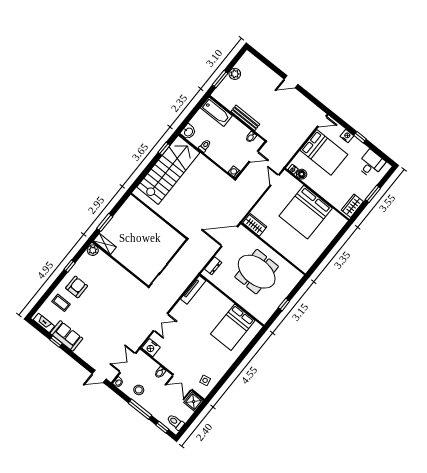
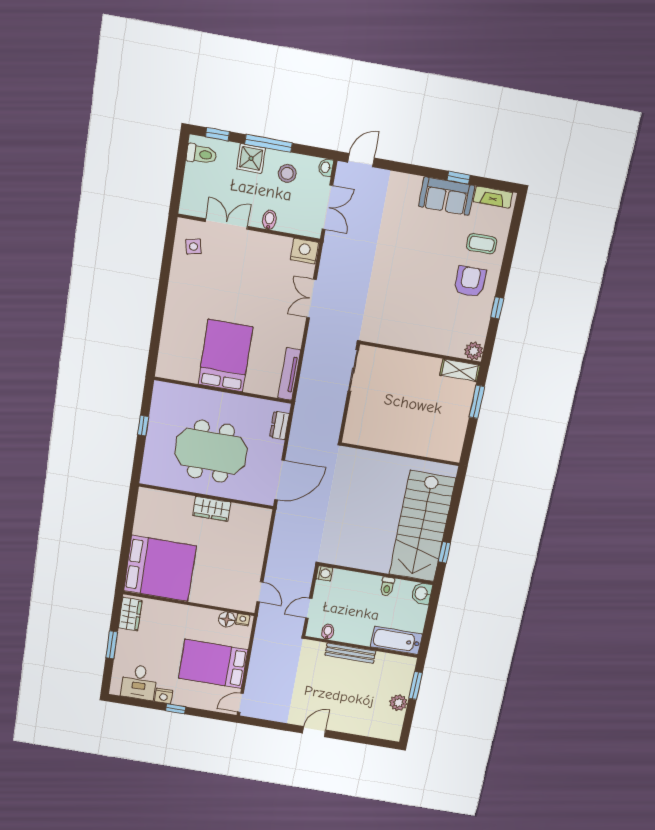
nightstand: (347, 136) -> (164, 696), moved
bed: (306, 212) -> (160, 568), moved, turned 90
wardrobe: (255, 225) -> (212, 509), moved
armchair: (77, 287) -> (470, 282), turned 180
bed: (233, 327) -> (225, 356), moved
shower: (193, 402) -> (251, 158), moved

